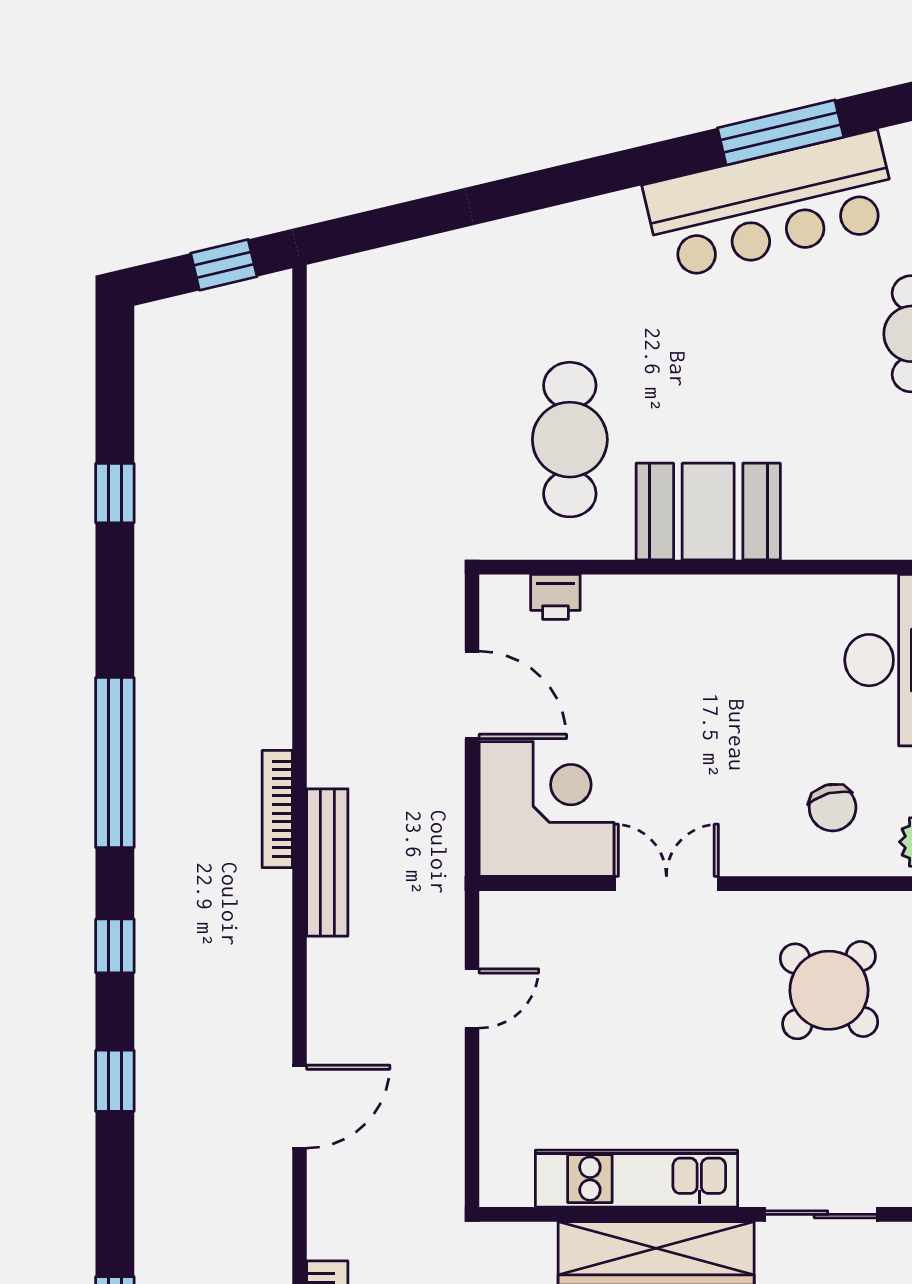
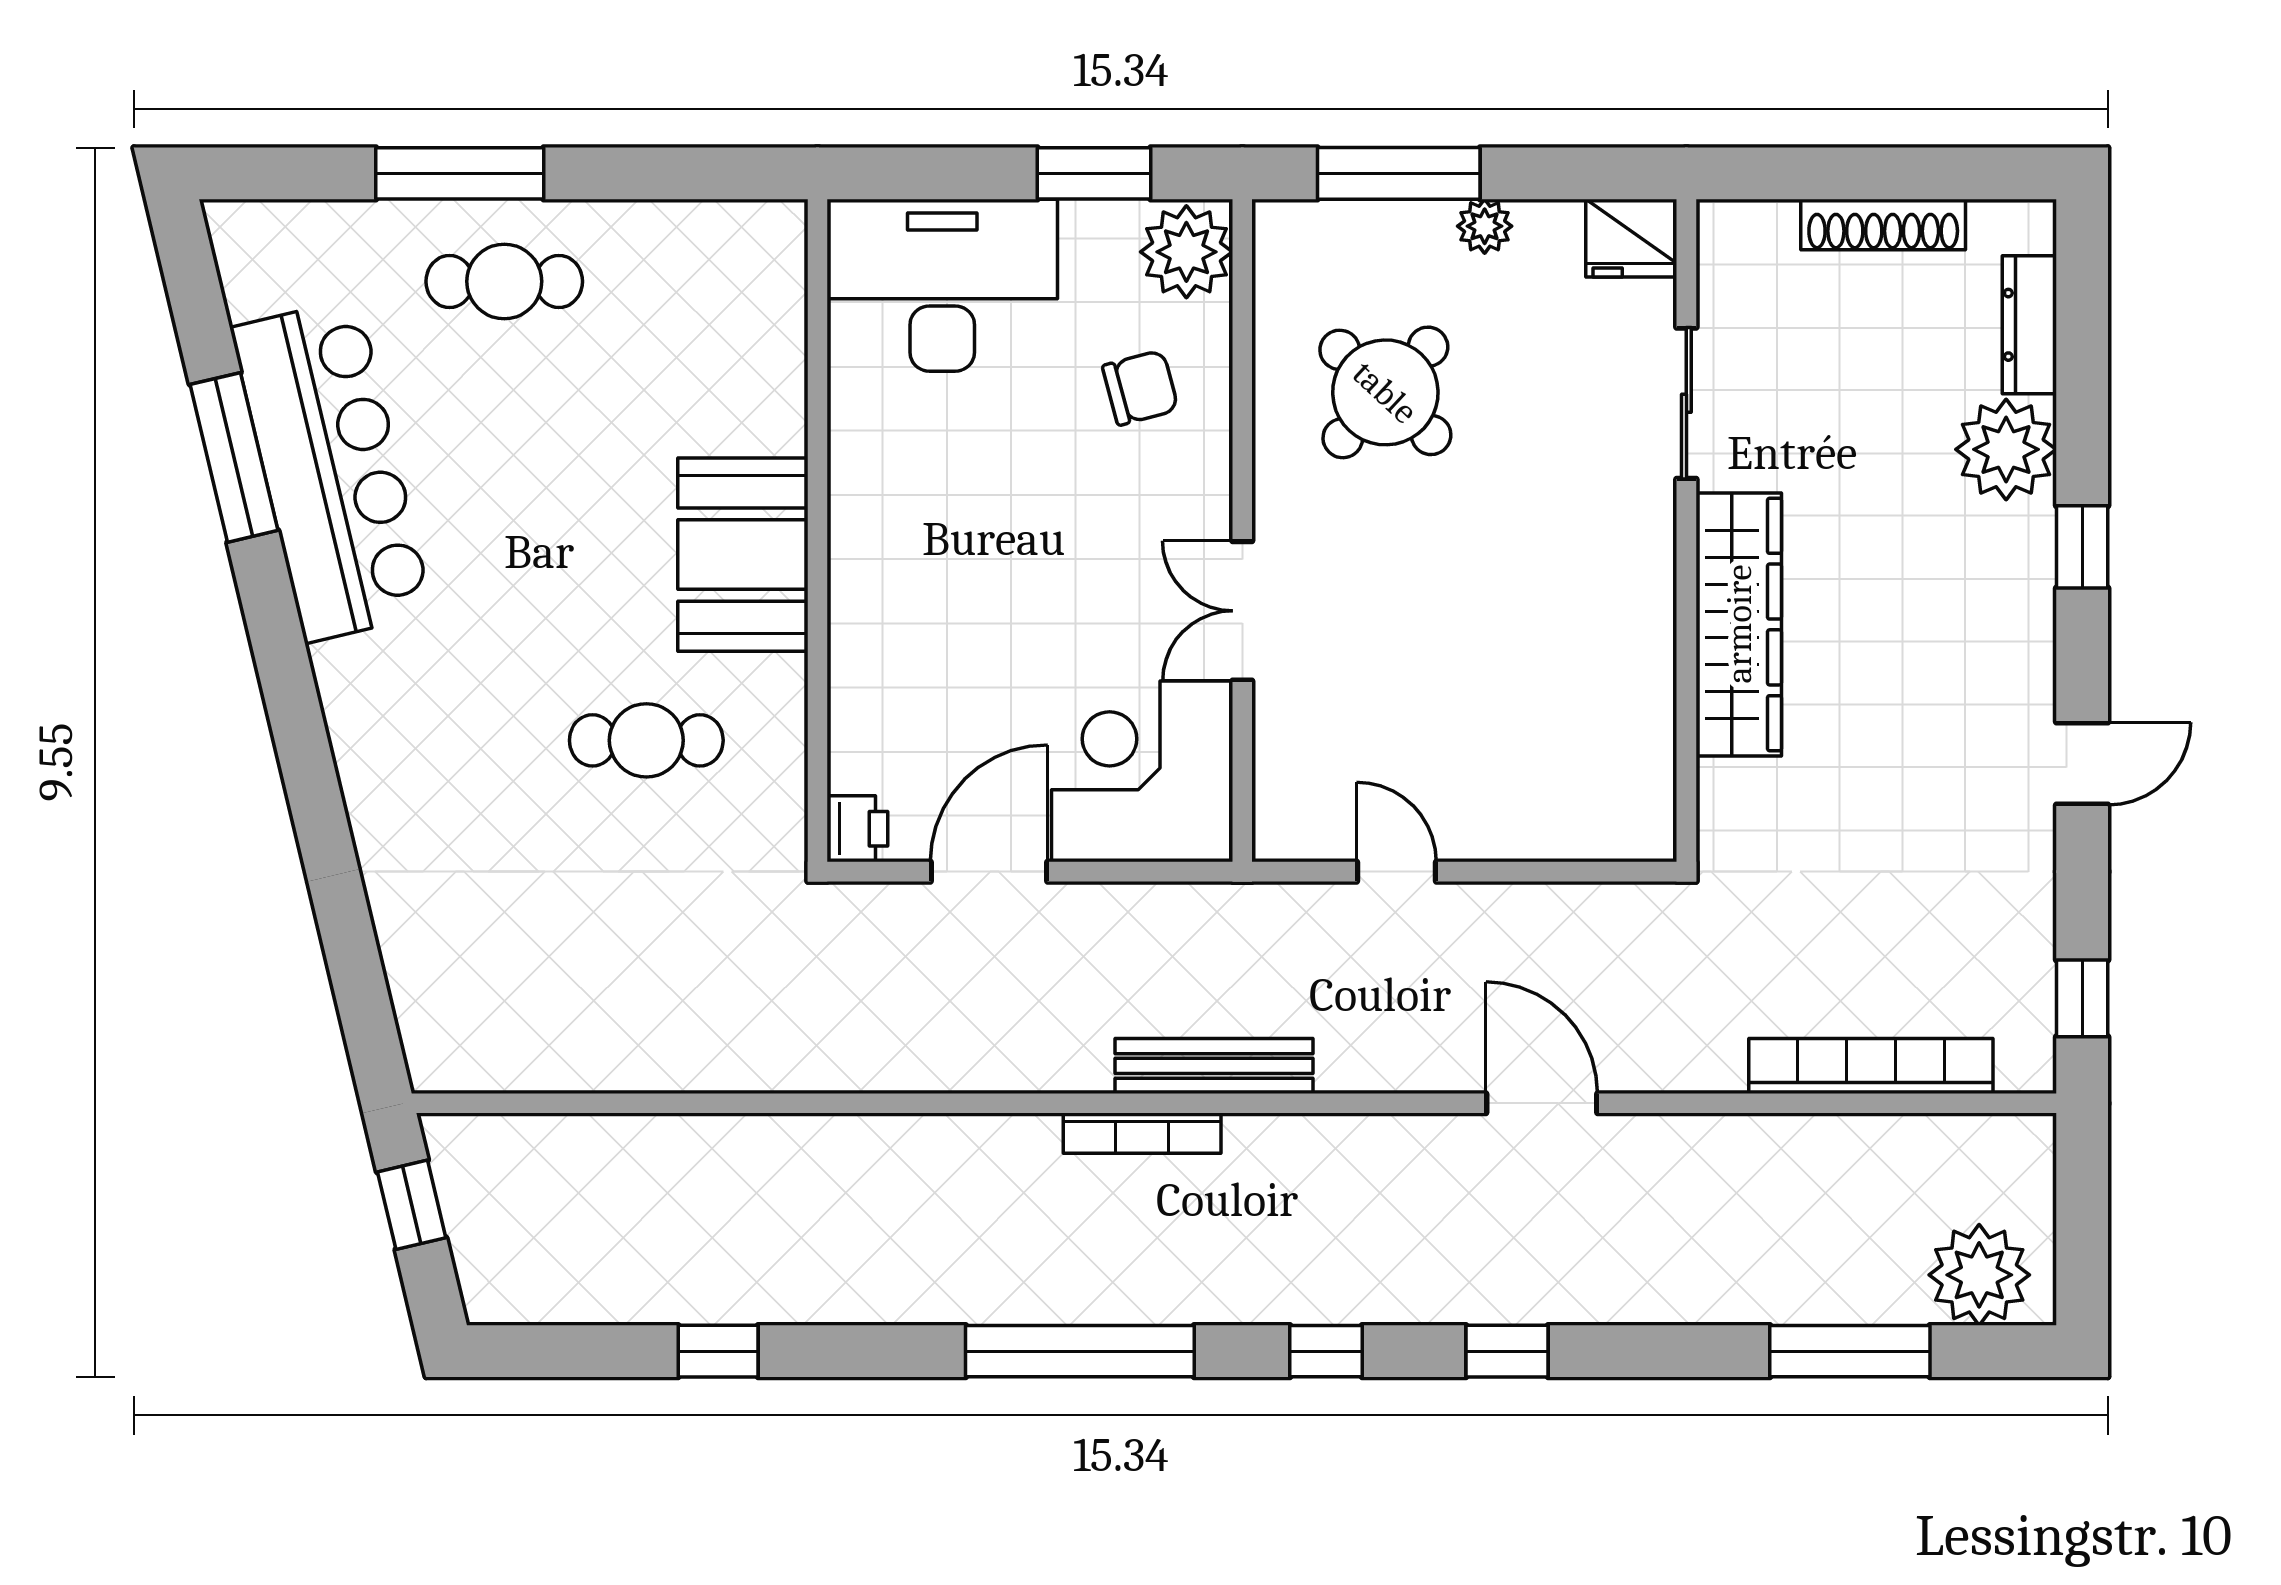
cafe table: (570, 440) -> (646, 740), width x0.73, depth x0.74
printer: (555, 597) -> (857, 829), moved
kitchen unit: (637, 1179) -> (1638, 651), removed

